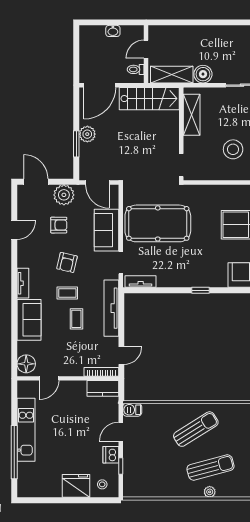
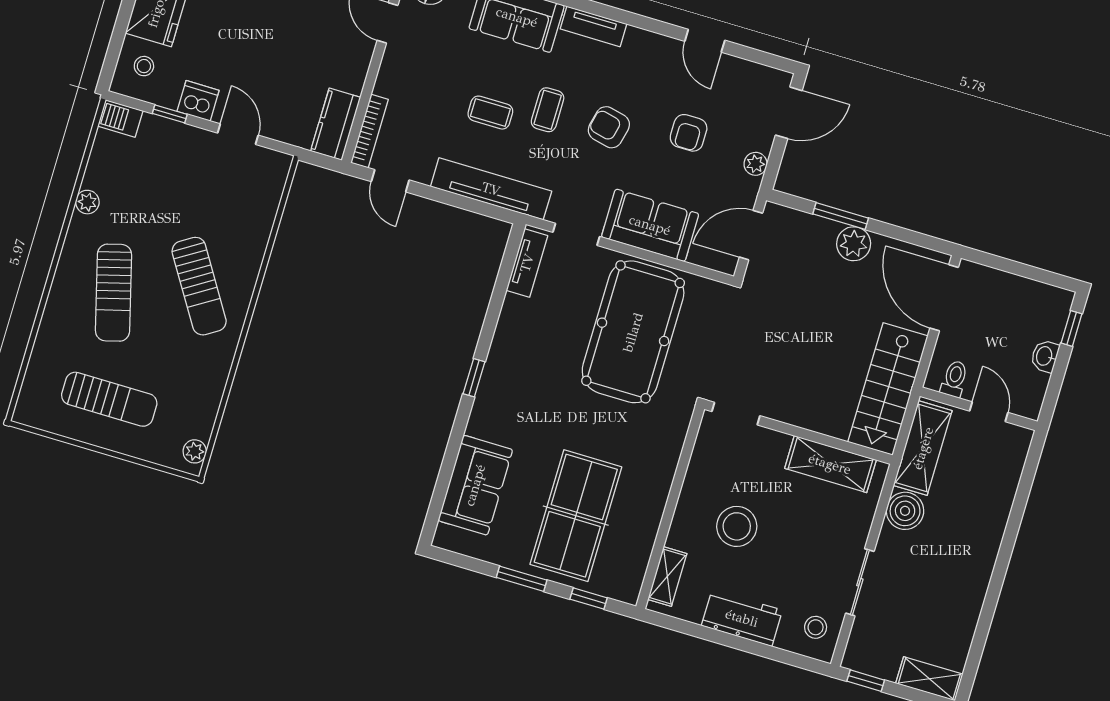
window: (97, 22) -> (1072, 328), added
plant: (64, 195) -> (756, 164), width x0.53, depth x0.53
barbecue: (132, 410) -> (120, 118), moved, turned -90
plant: (210, 492) -> (87, 202), moved

